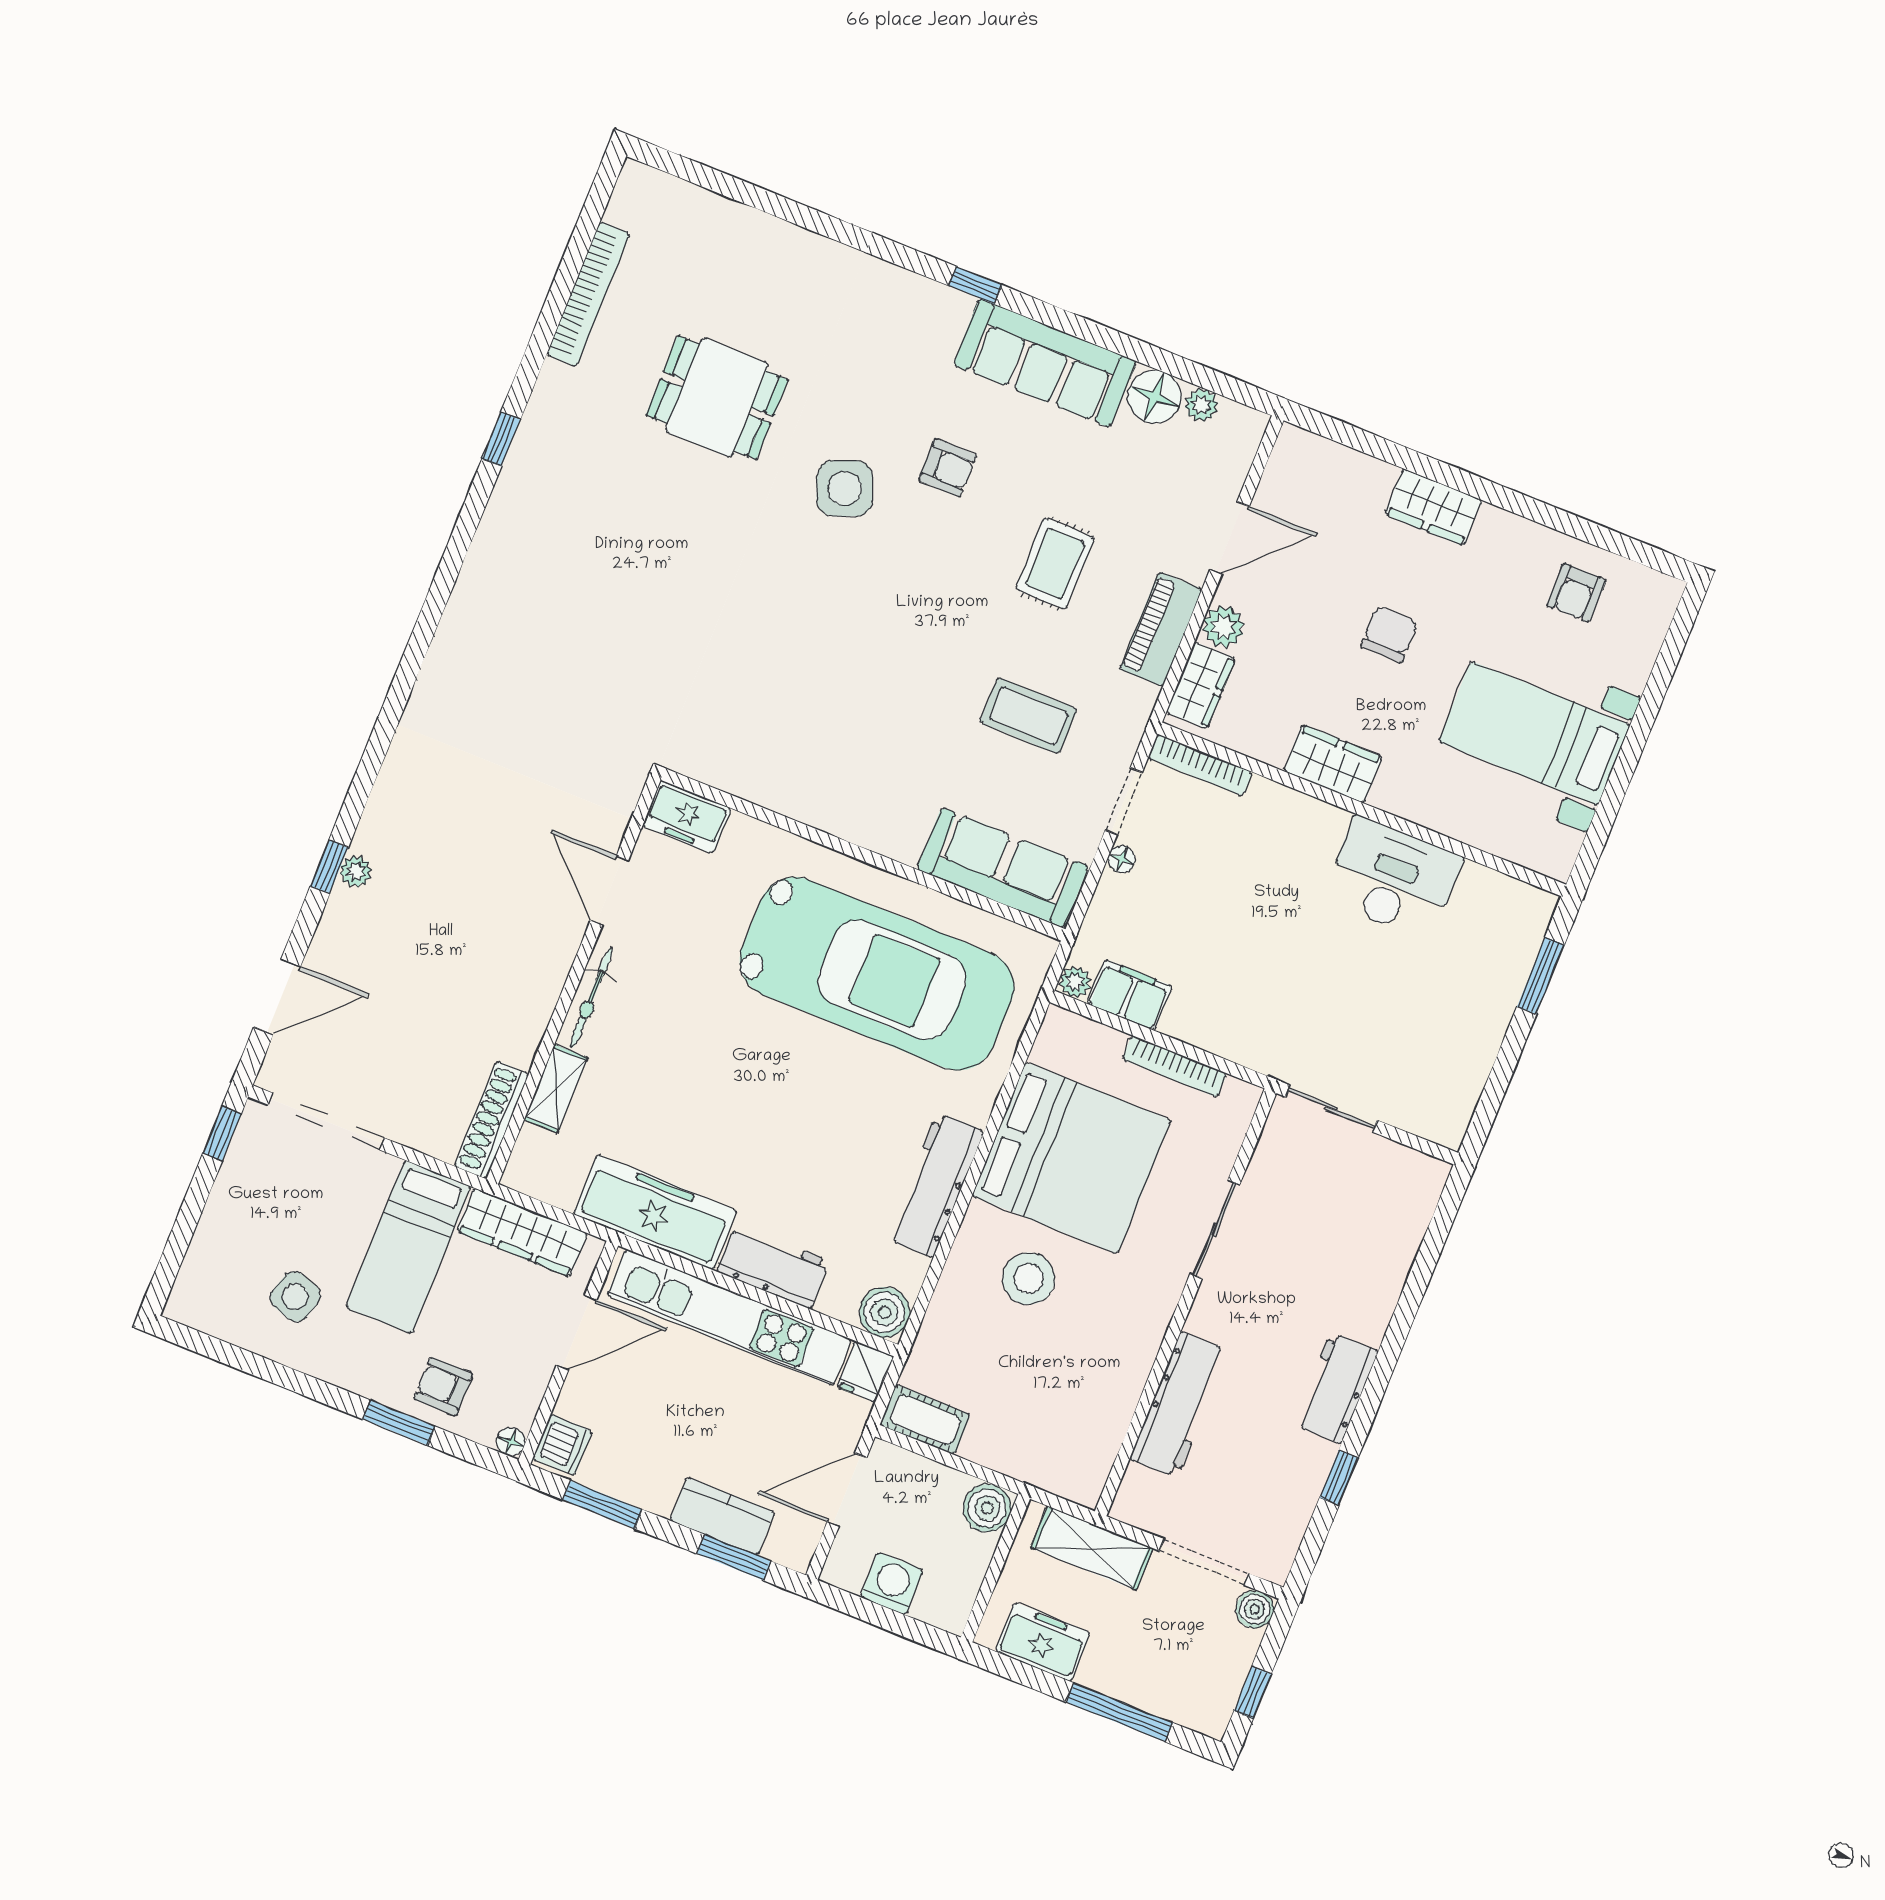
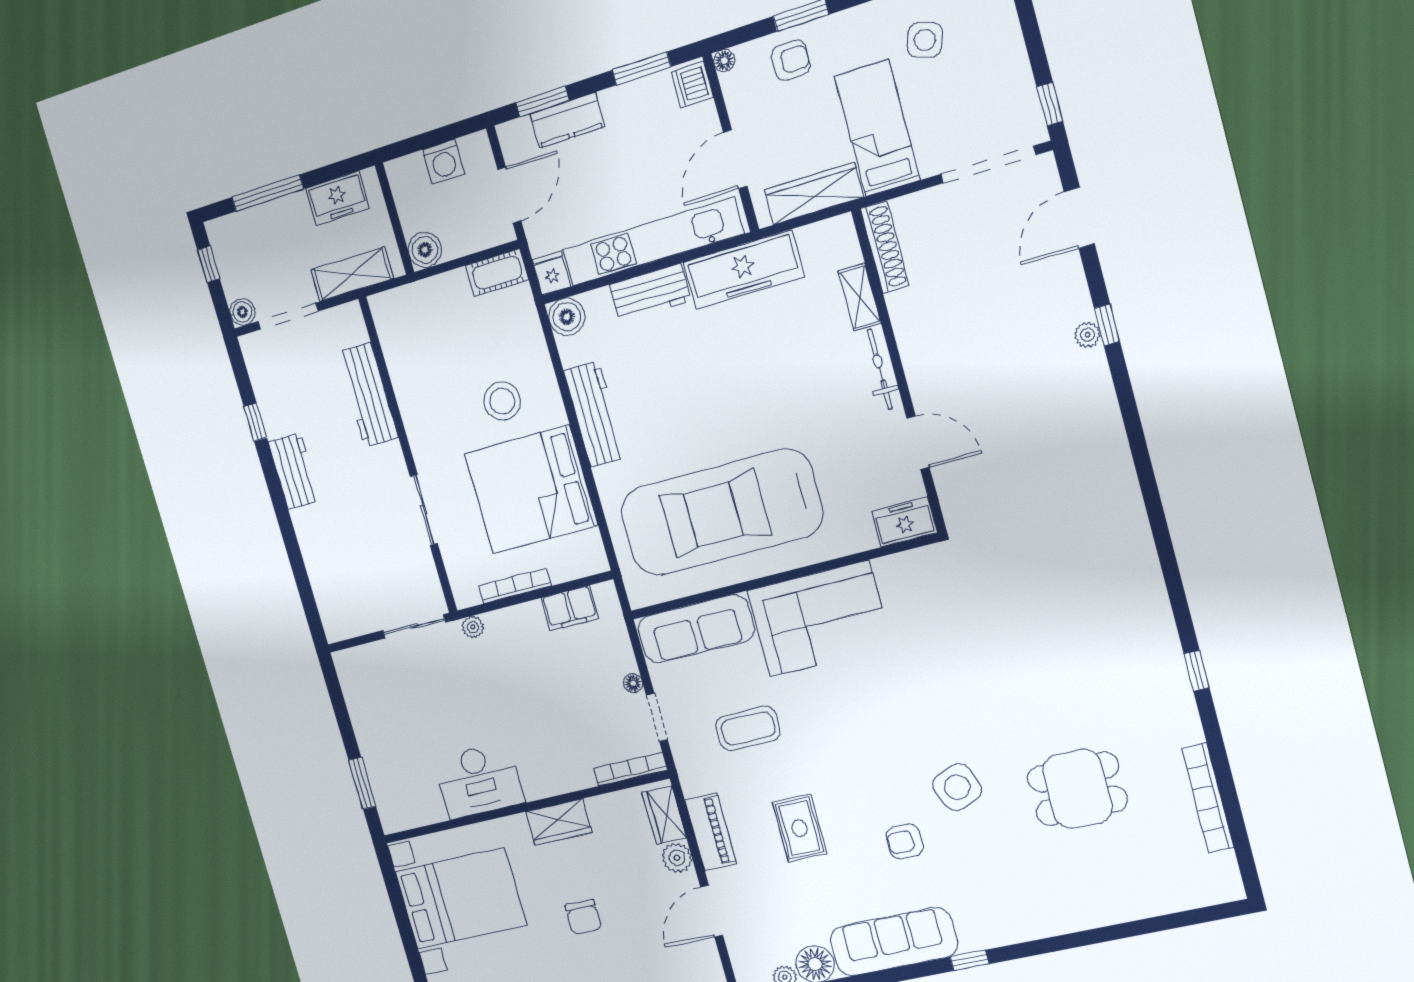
bed with nightstands: (1534, 733) -> (461, 898), width x1.36
corner sofa: (857, 780) -> (819, 619), added
plant: (1075, 982) -> (473, 627), moved

